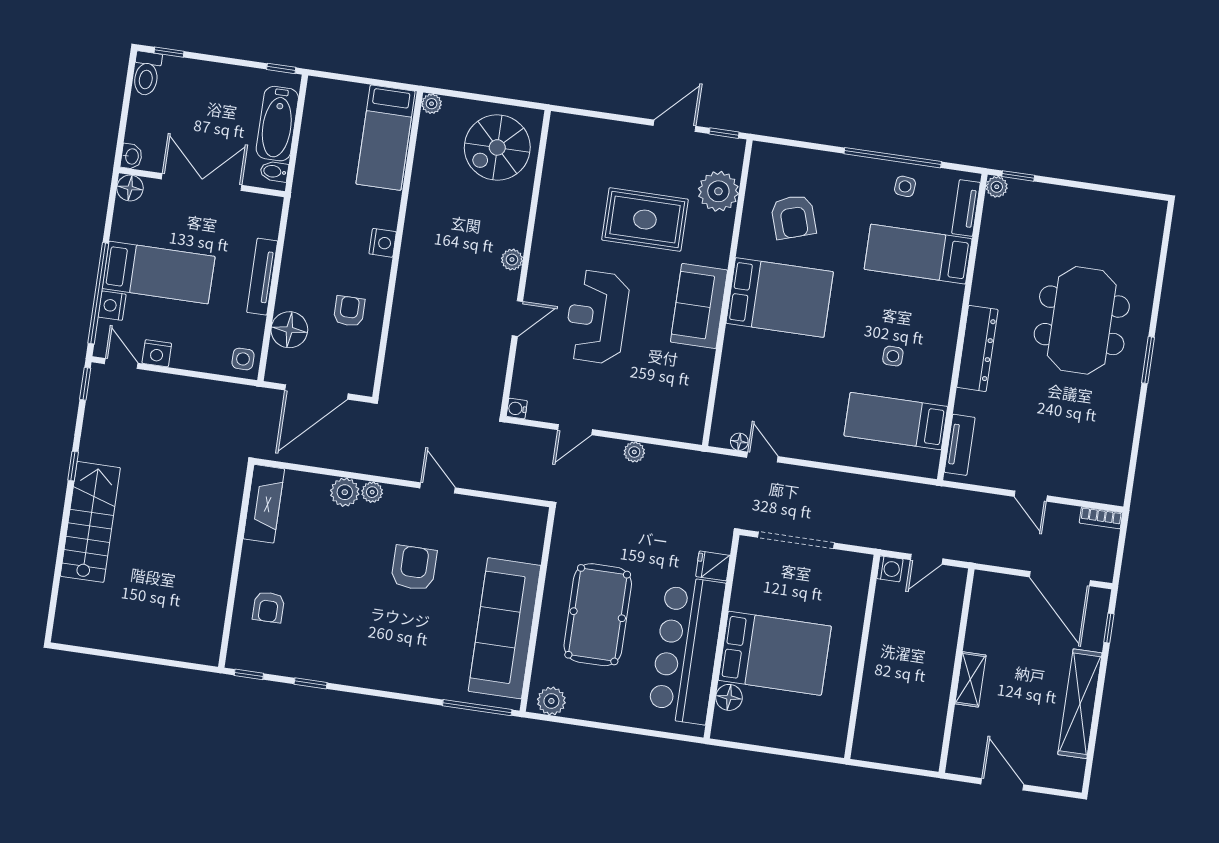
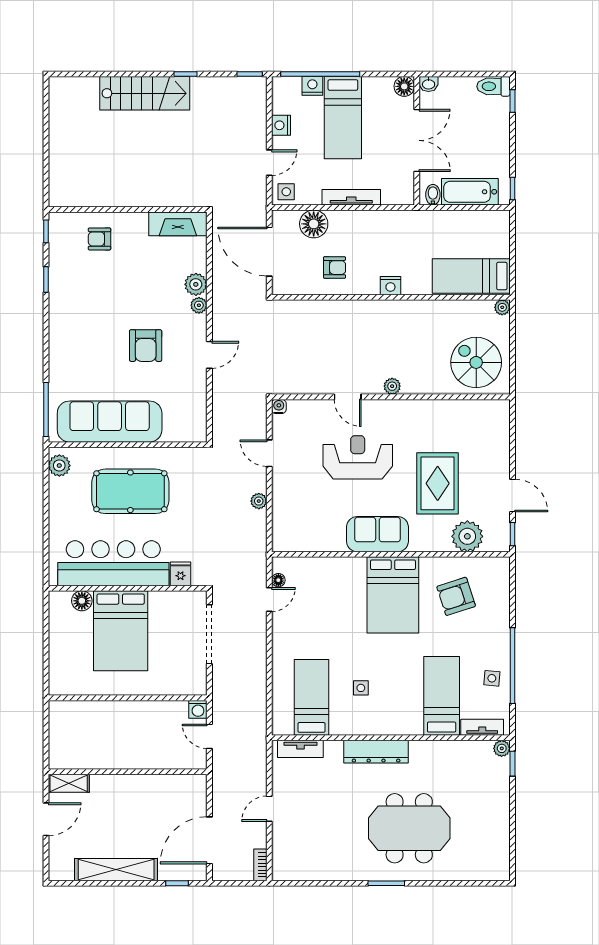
door: (121, 363) -> (269, 163), moved
armchair: (414, 568) -> (146, 346), turned 90
shelving: (970, 679) -> (69, 783), moved

